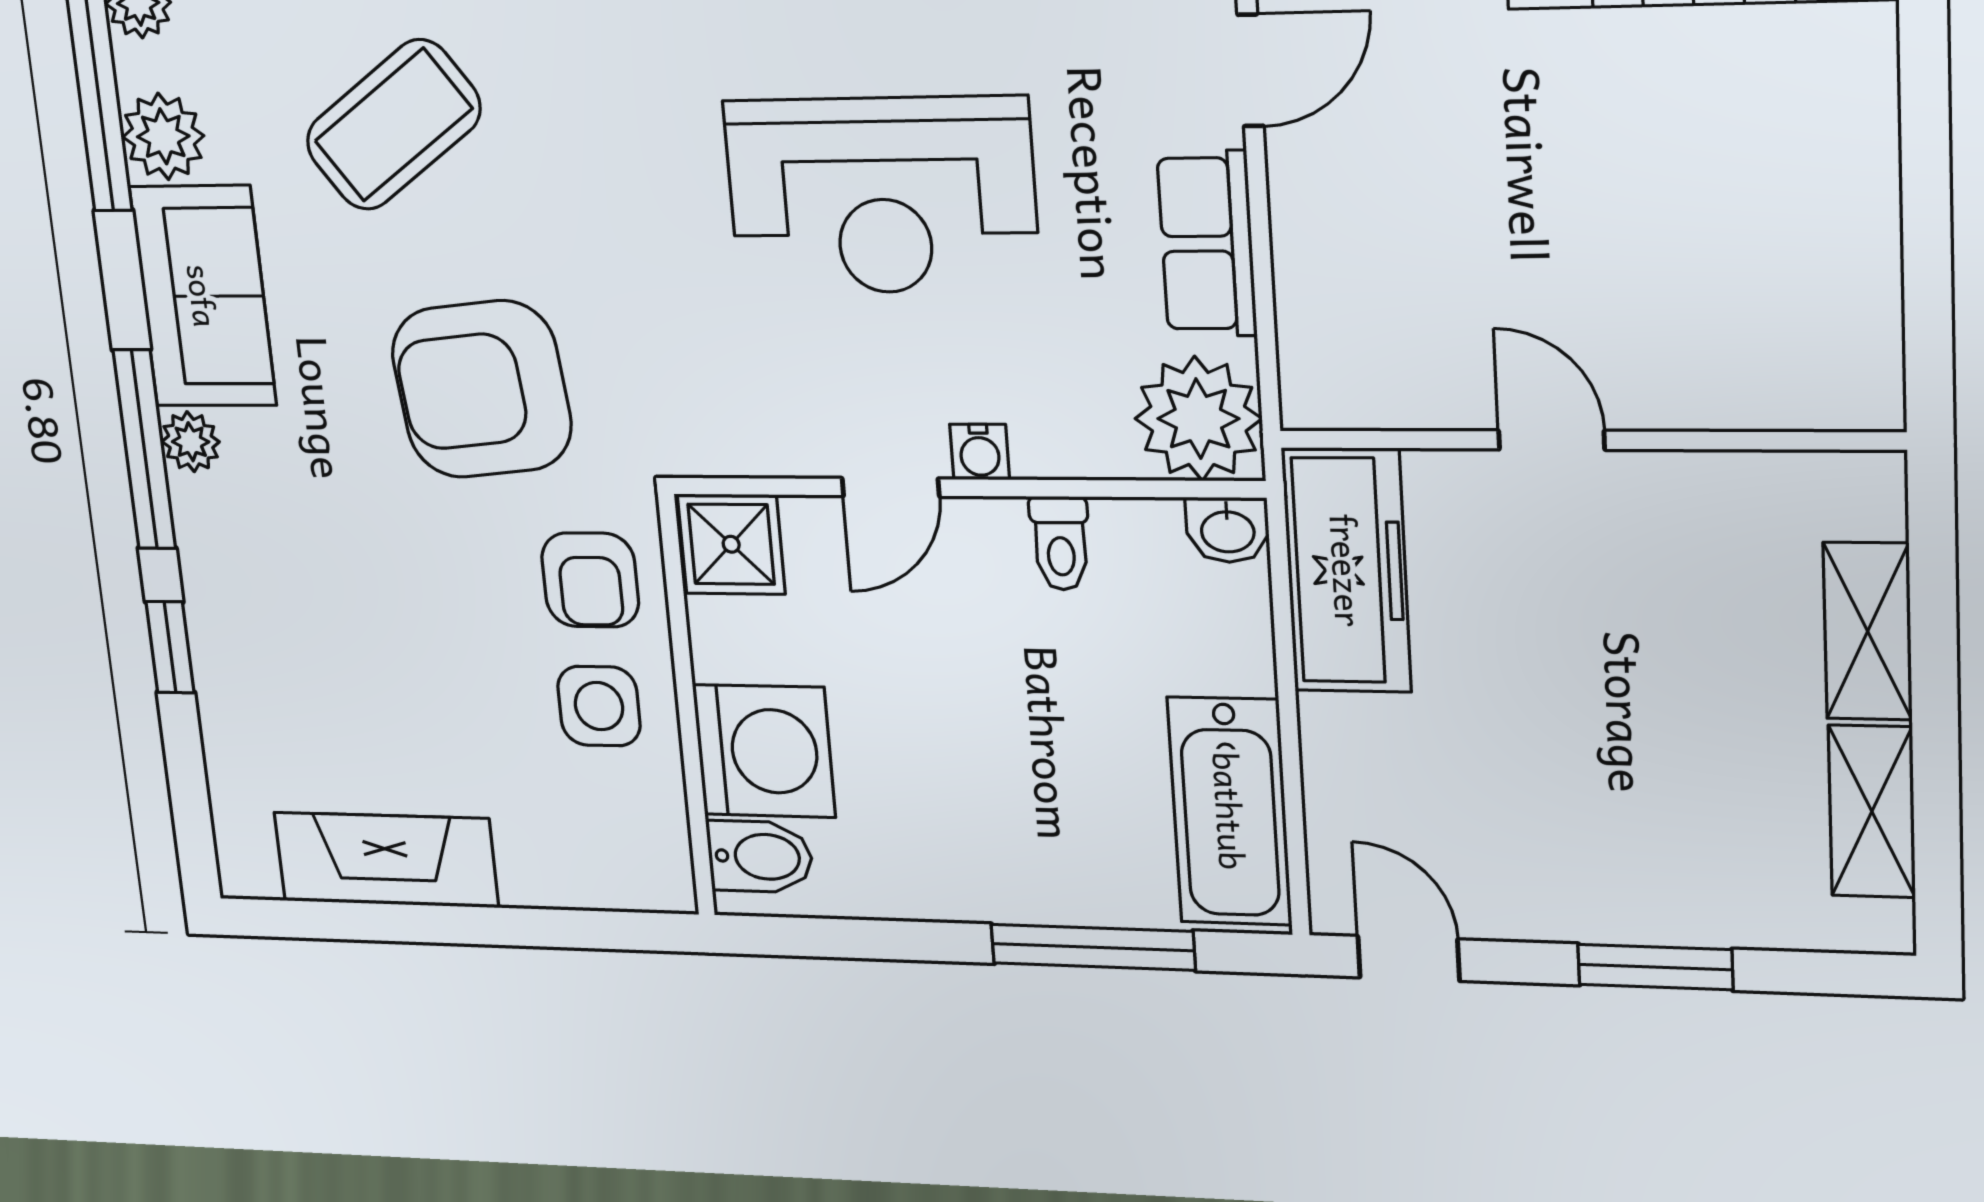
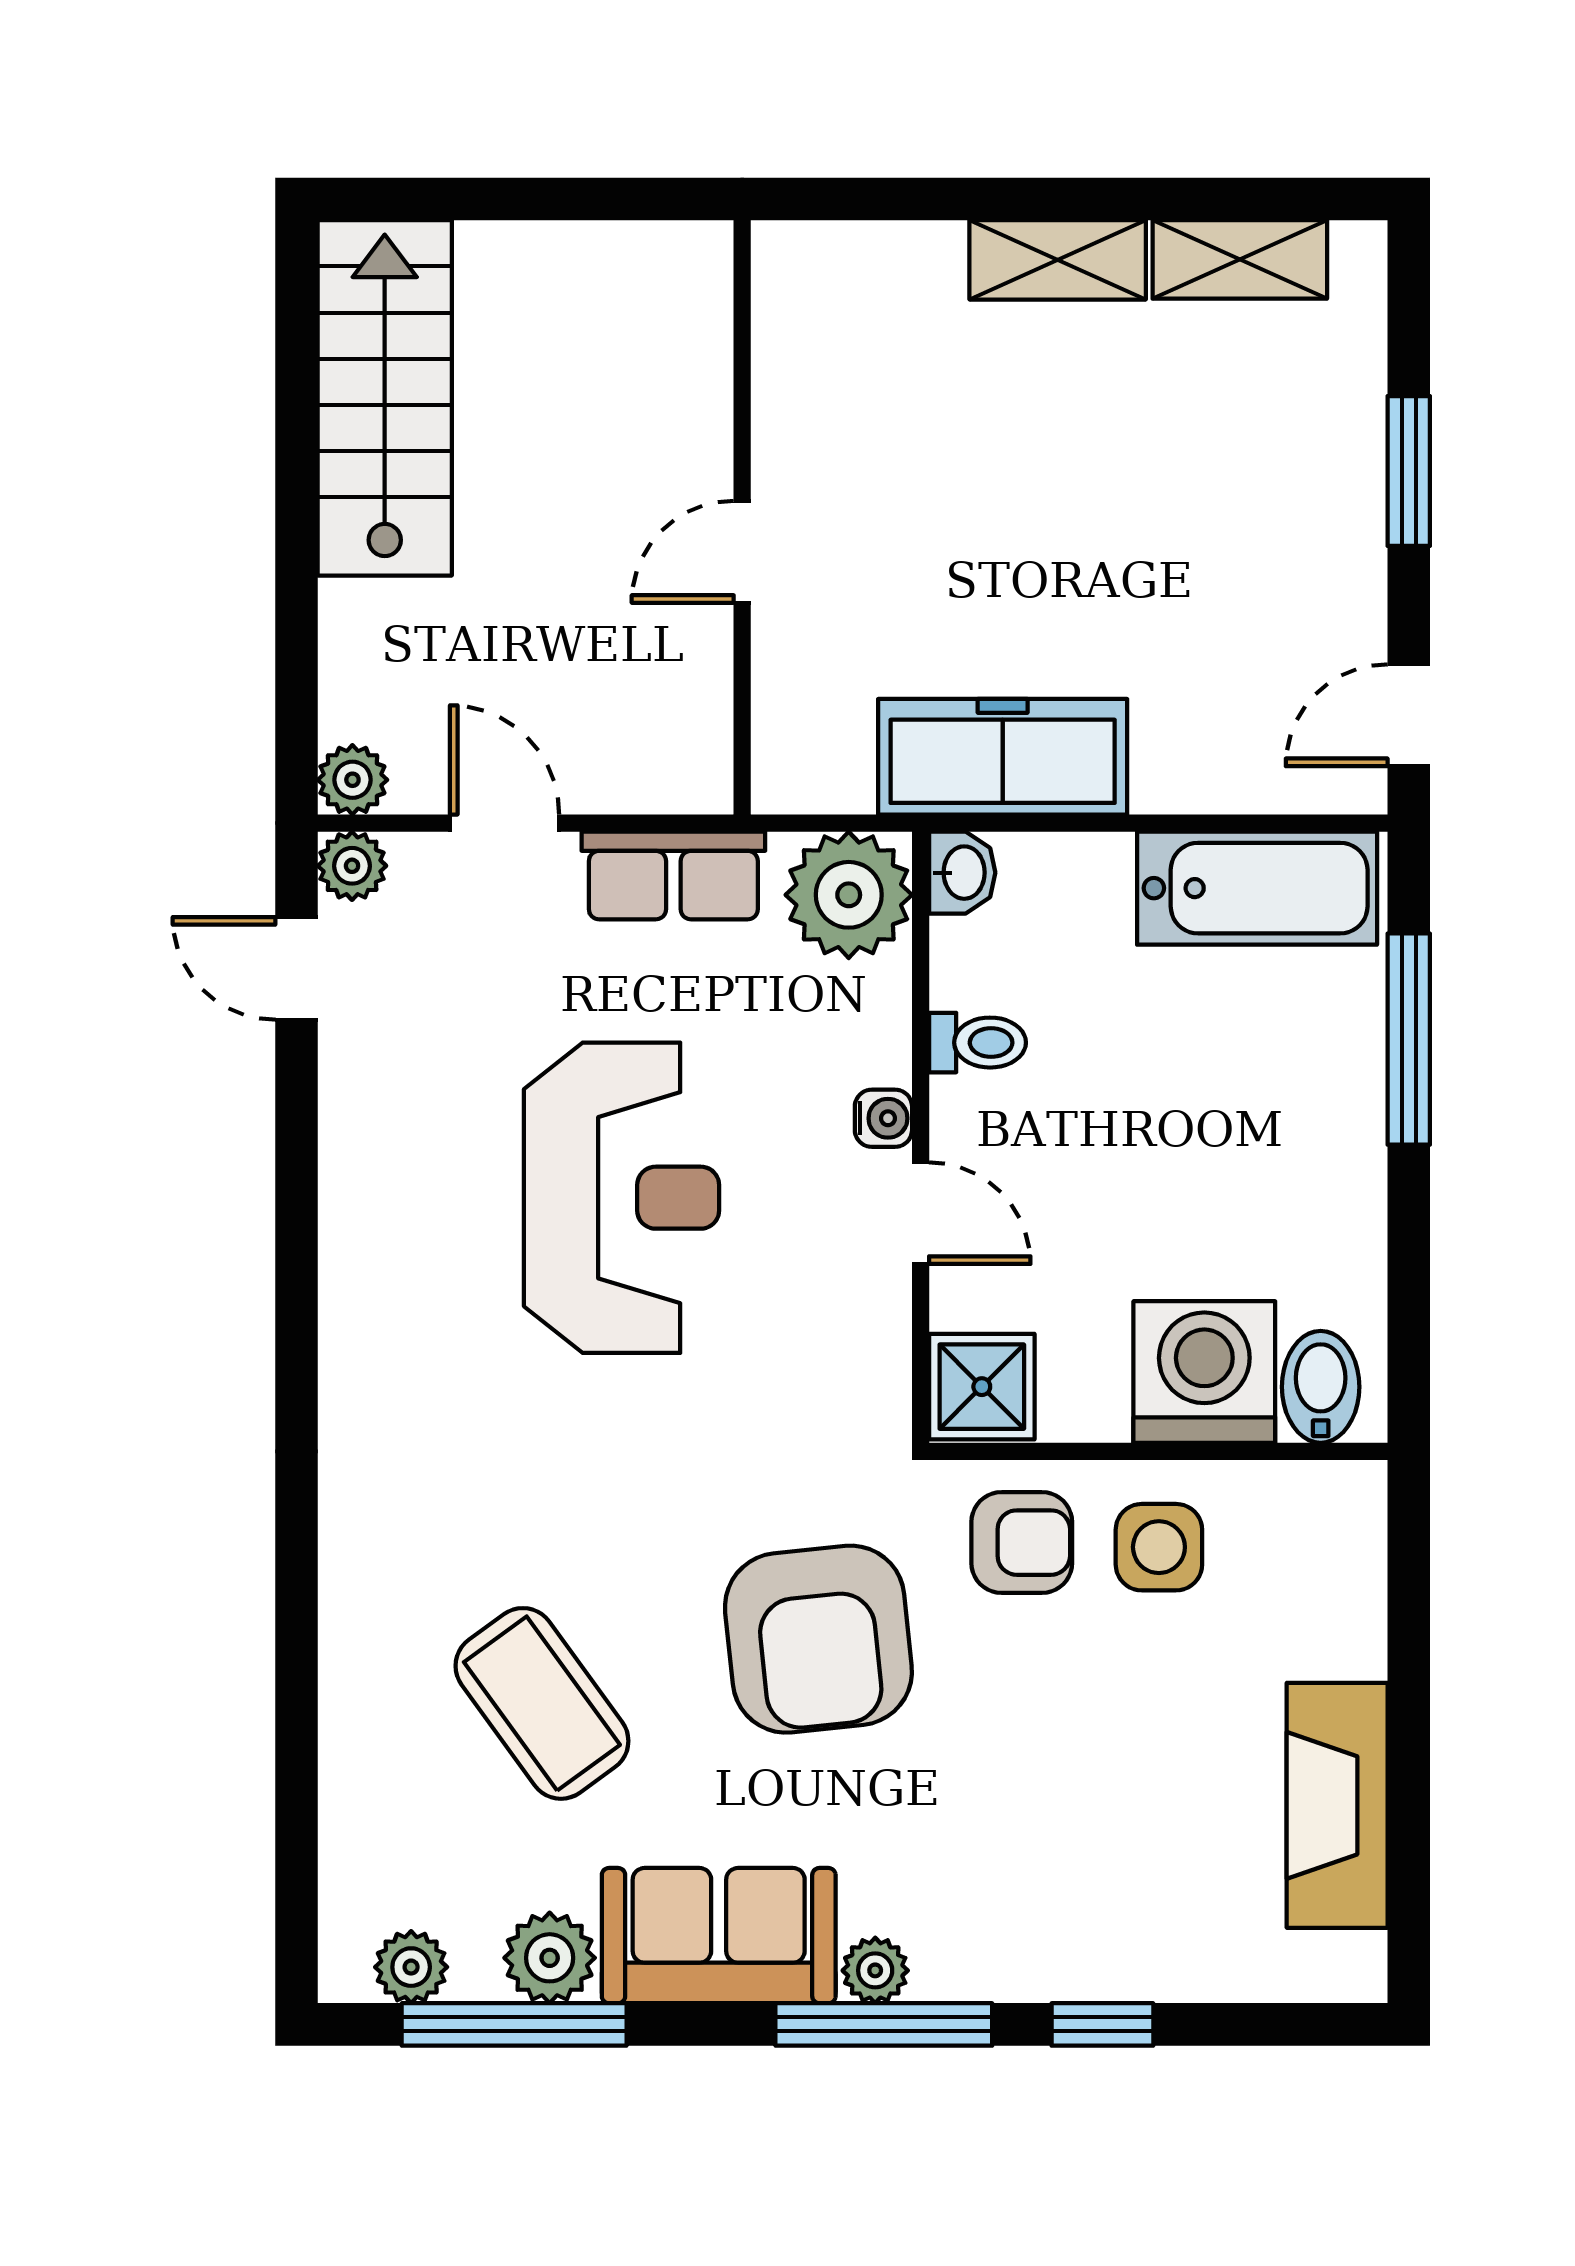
door: (1551, 440) -> (742, 552), moved
wall: (1588, 440) -> (742, 517), moved

